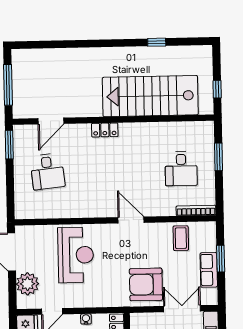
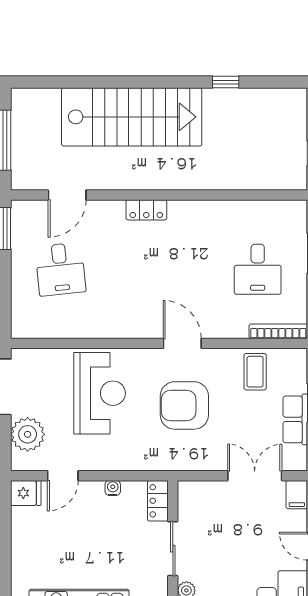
stairs: (150, 96) -> (132, 117), moved, turned 180
armchair: (146, 284) -> (184, 405), moved

